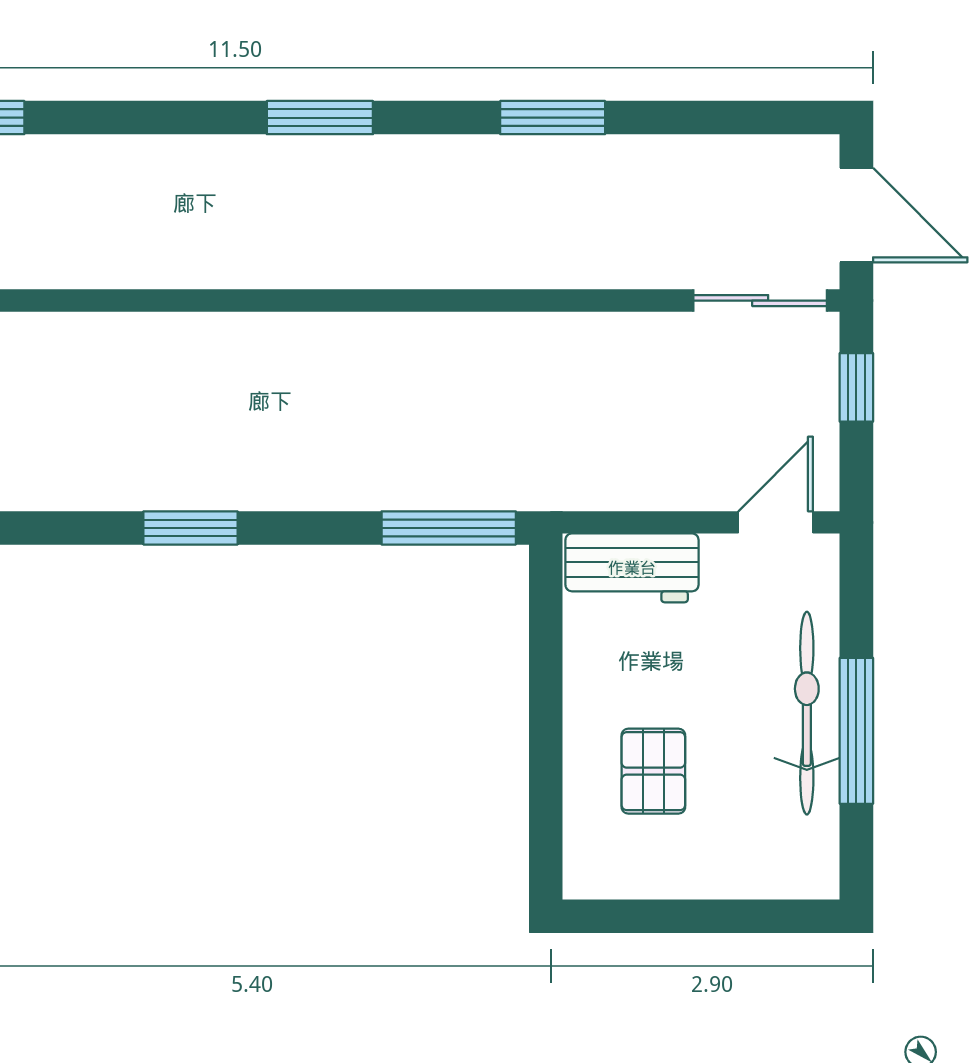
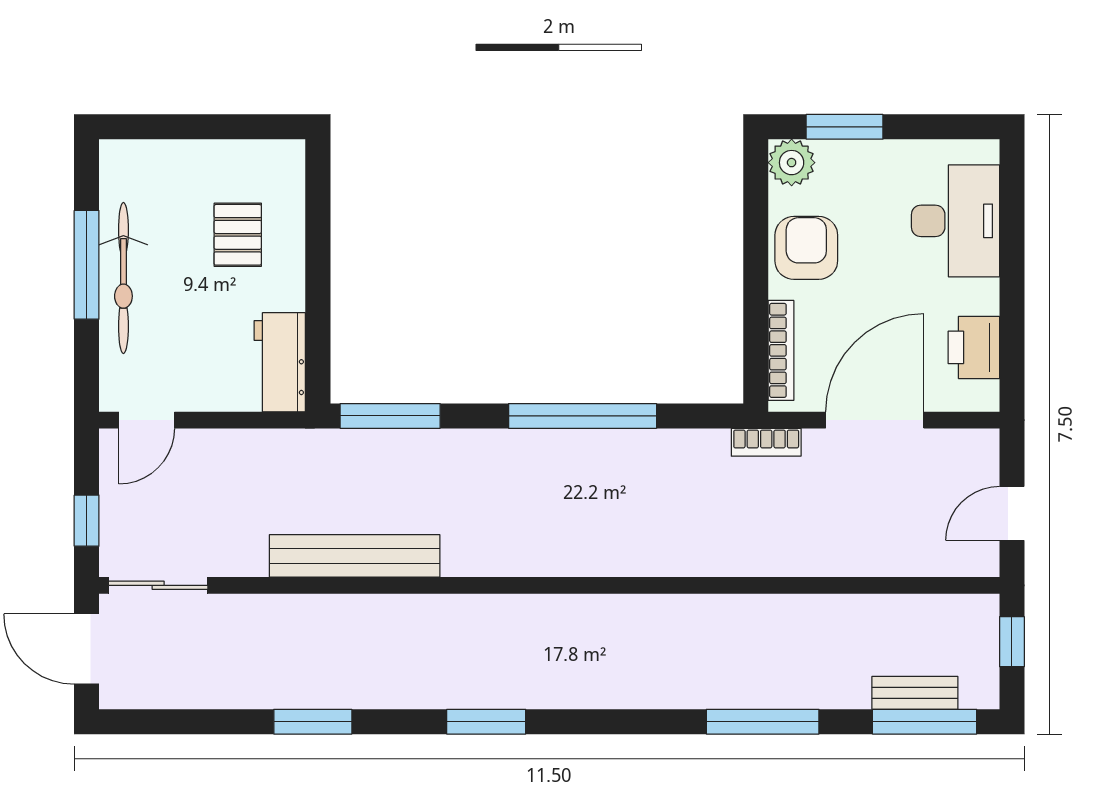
bench: (496, 340) -> (355, 556), added
window: (191, 528) -> (583, 416), width x2.11
workbench: (632, 568) -> (280, 362), moved, turned -90

